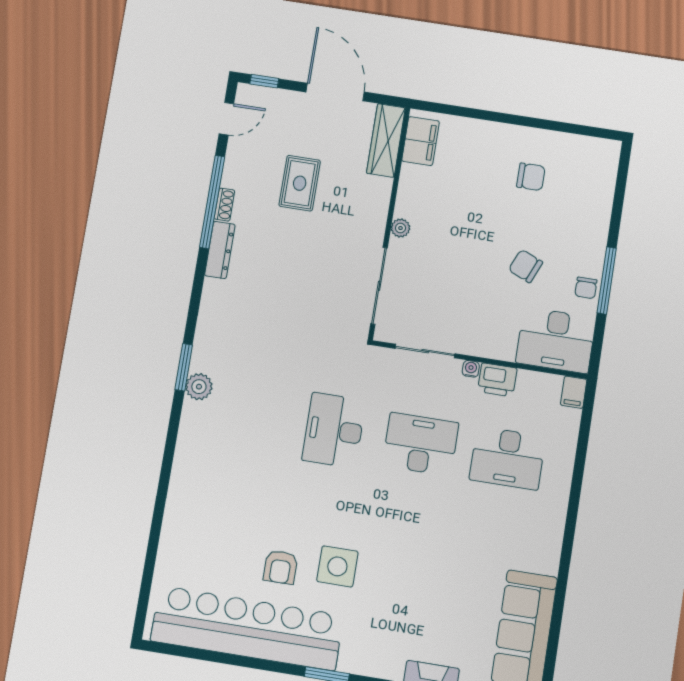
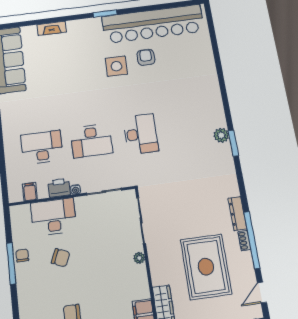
rug: (300, 183) -> (206, 267), width x1.86, depth x2.06
desk: (556, 340) -> (54, 217), moved
filing cabinet: (574, 392) -> (30, 192), moved

